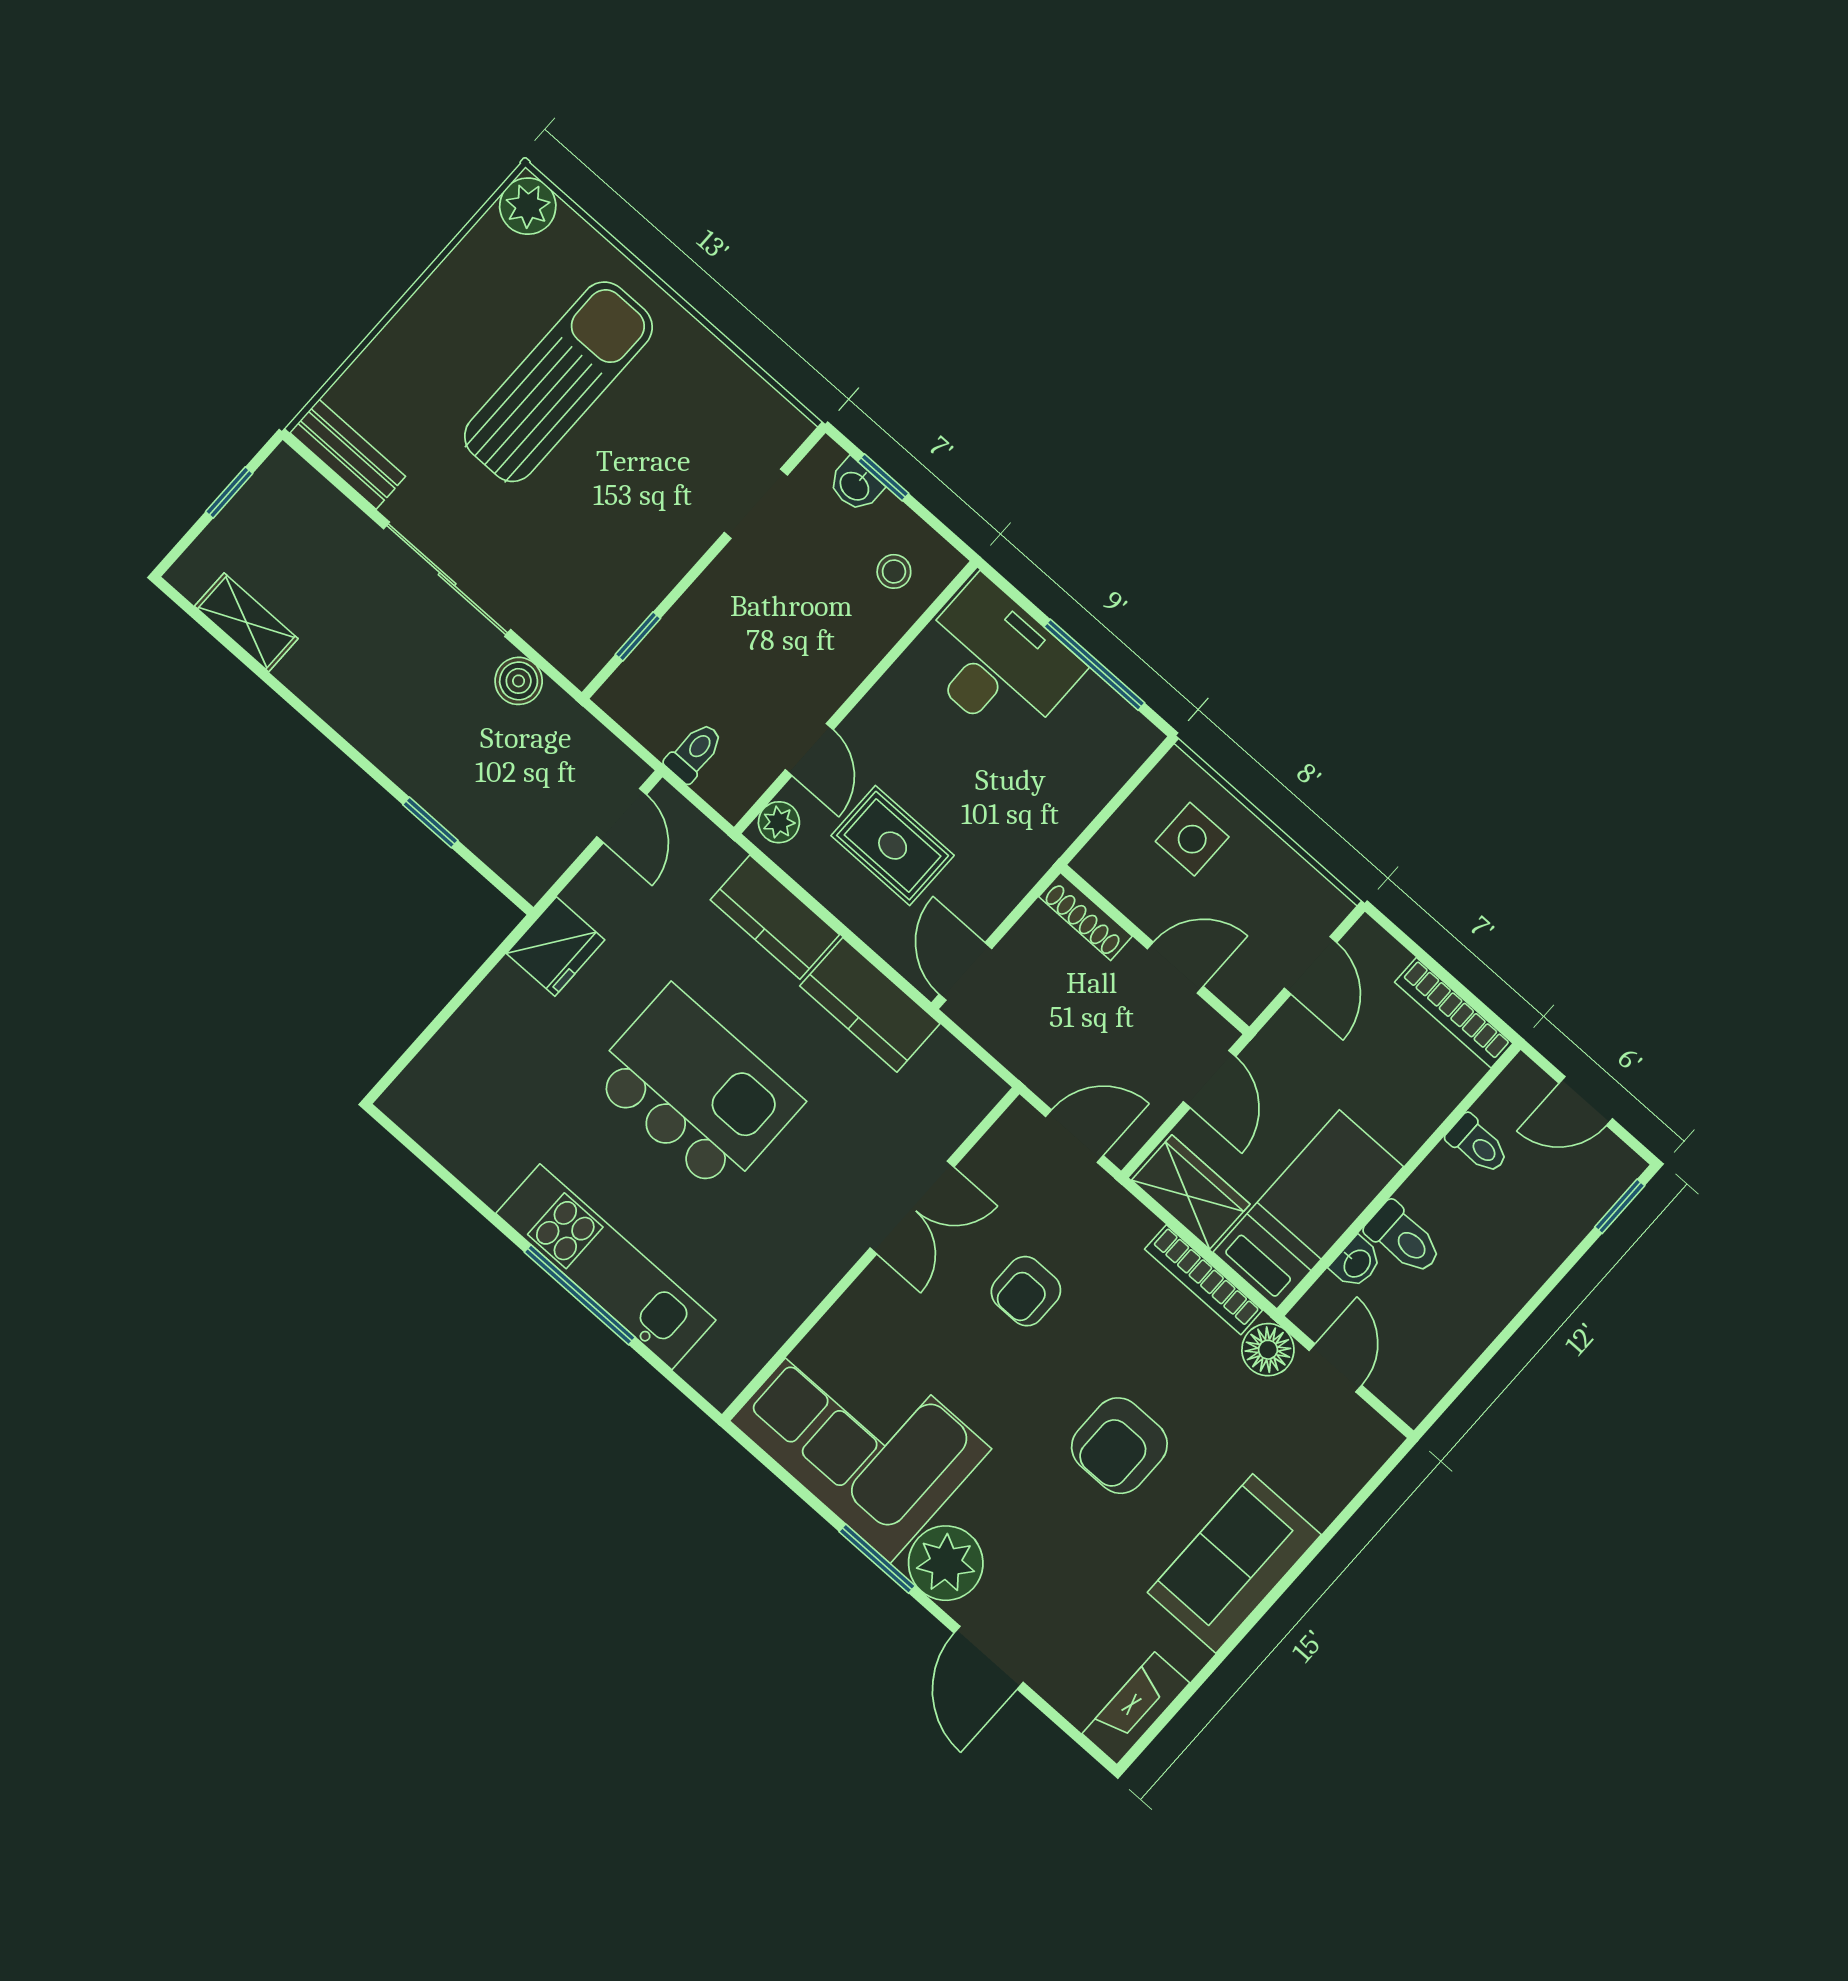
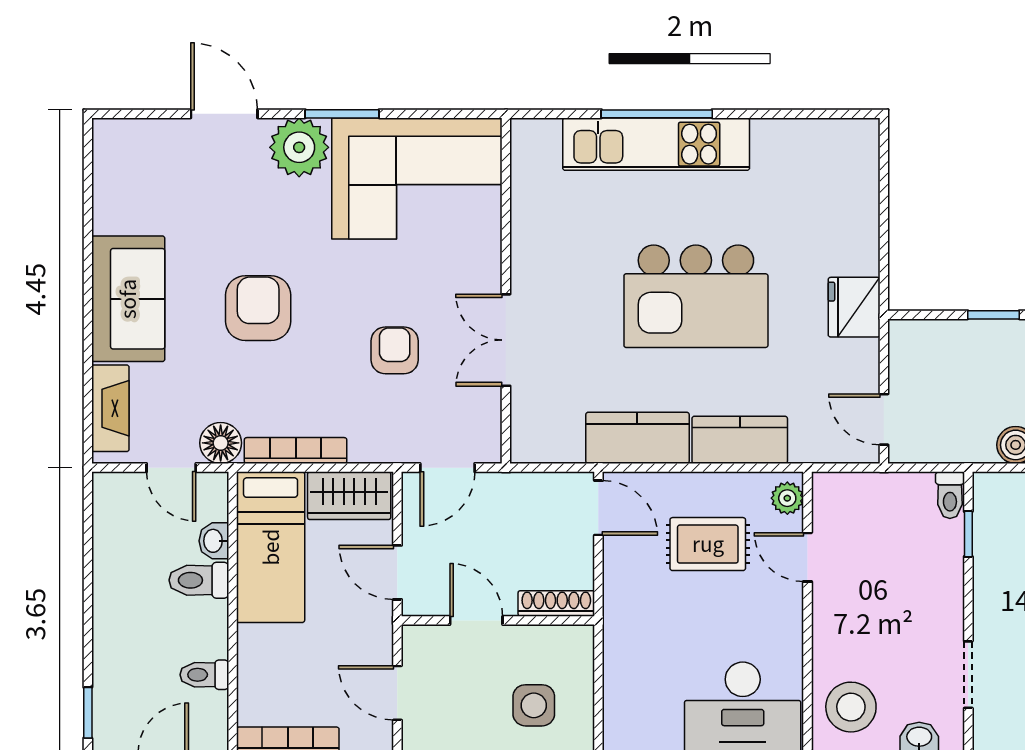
stool: (894, 571) -> (851, 707), width x1.89, depth x1.89
toilet: (694, 752) -> (950, 495), moved
door: (1175, 968) -> (476, 620), swing flipped
fireplace: (1136, 1708) -> (110, 408), moved

